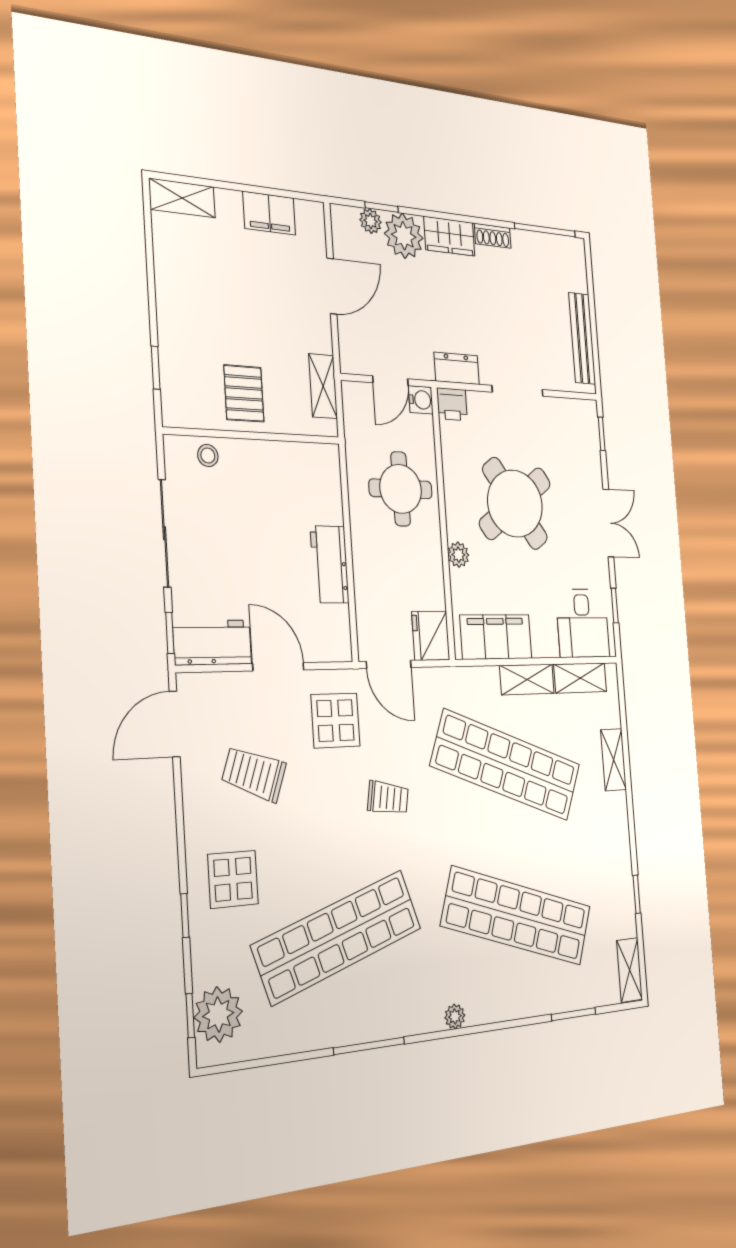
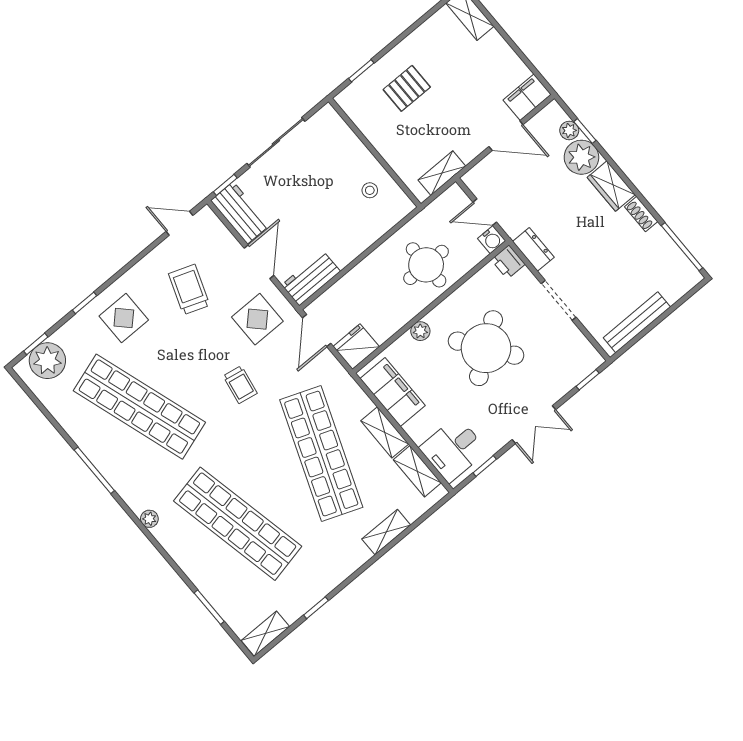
filing cabinet: (269, 213) -> (527, 97), moved, turned 90
pallet: (244, 393) -> (407, 88), moved
stool: (208, 456) -> (370, 190), moved
workbench: (330, 564) -> (311, 278), moved
door: (175, 724) -> (179, 223), width x0.73
shop shelf: (517, 916) -> (238, 524), turned -30

